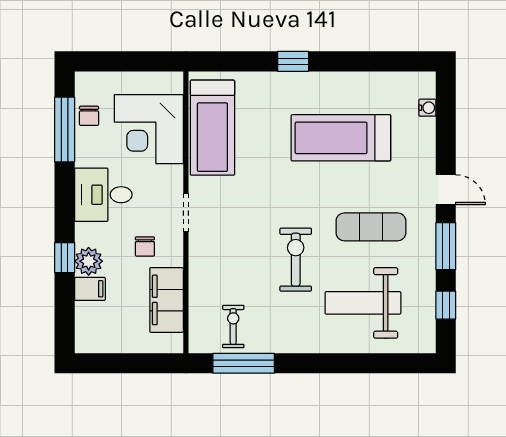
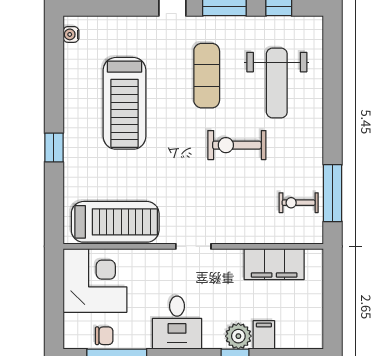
water cooler: (427, 108) -> (71, 34), moved, turned -90
corner desk: (149, 129) -> (95, 280), moved, turned -90
chair: (145, 246) -> (225, 284), removed

